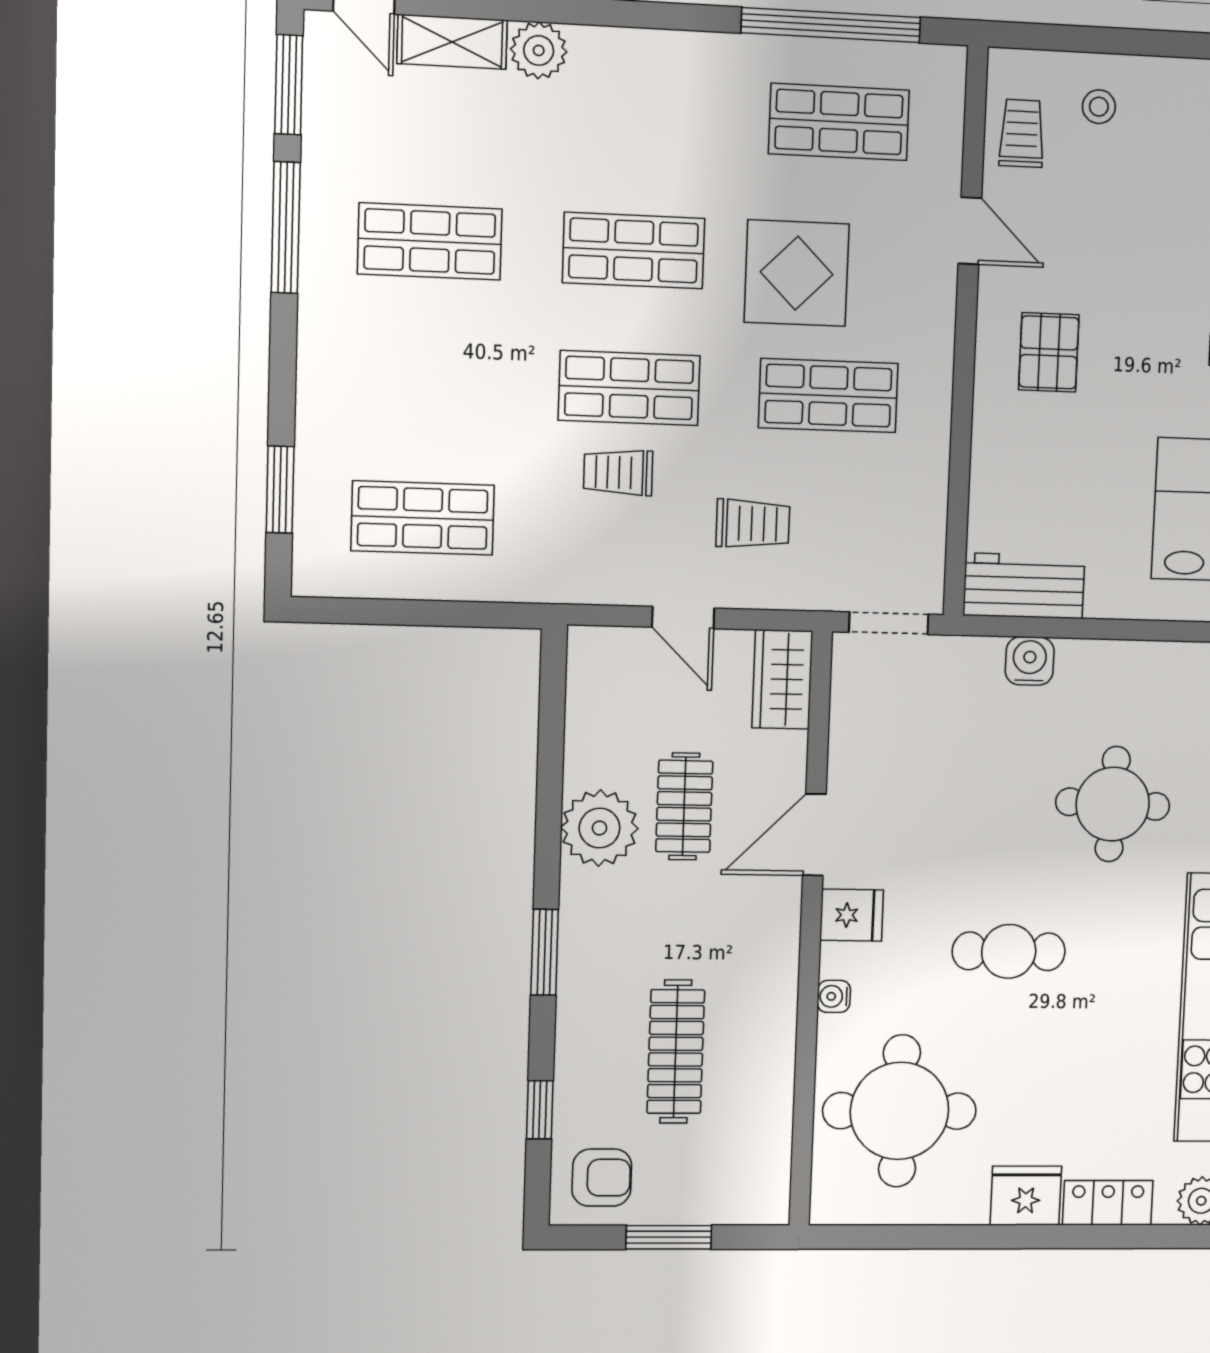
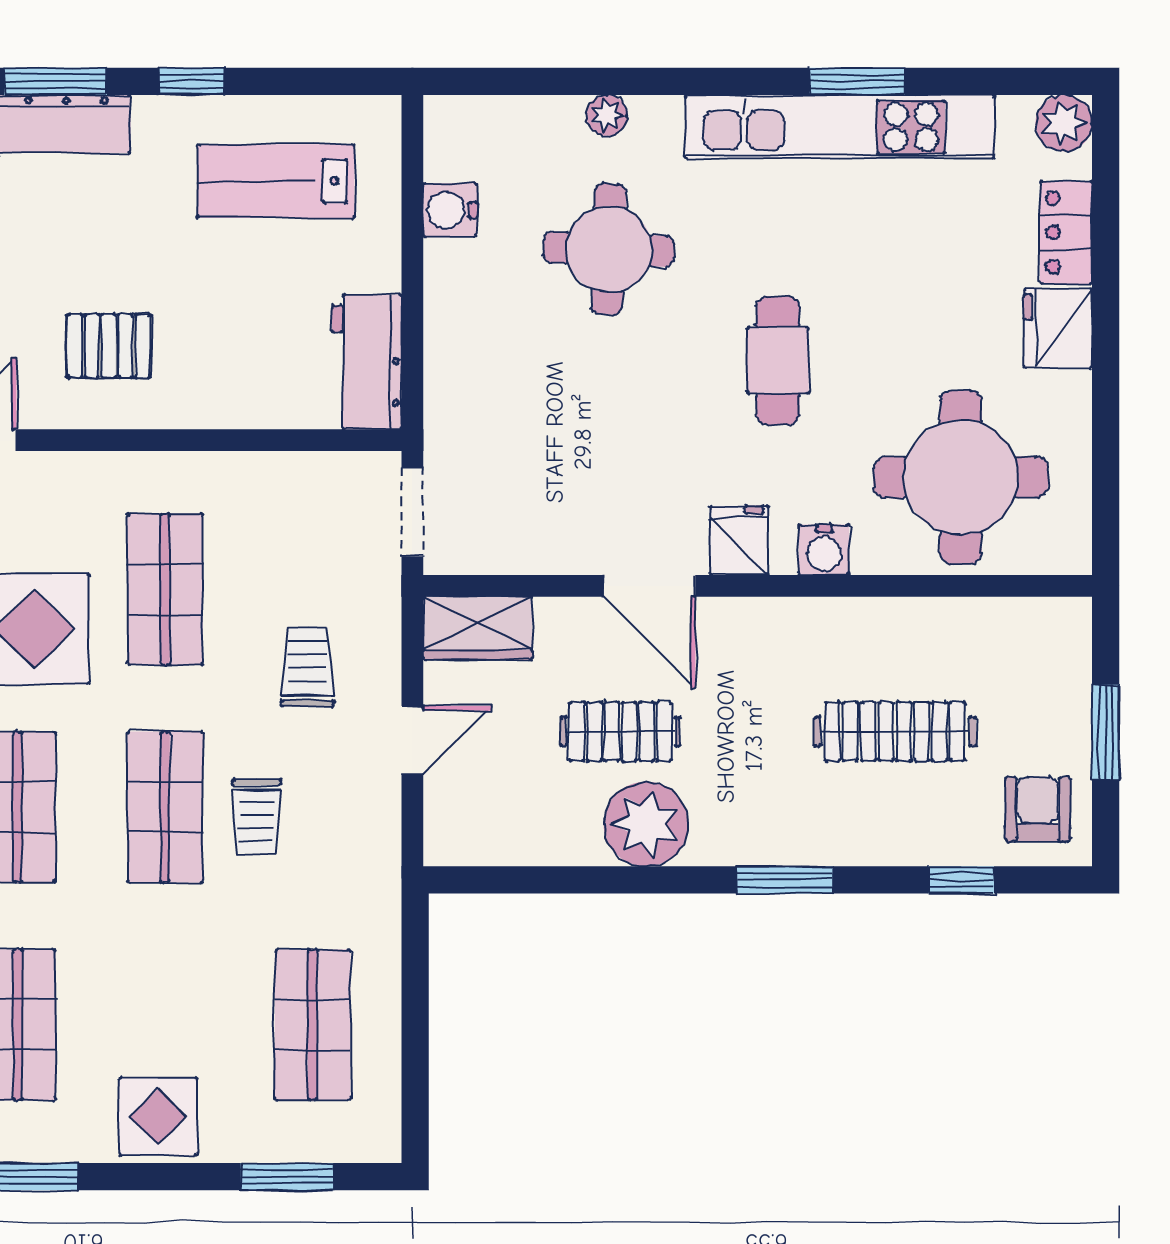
display table: (340, 371) -> (158, 1117), added
water cooler: (1030, 661) -> (450, 210), moved
water cooler: (834, 996) -> (824, 550), width x1.38, depth x1.38

